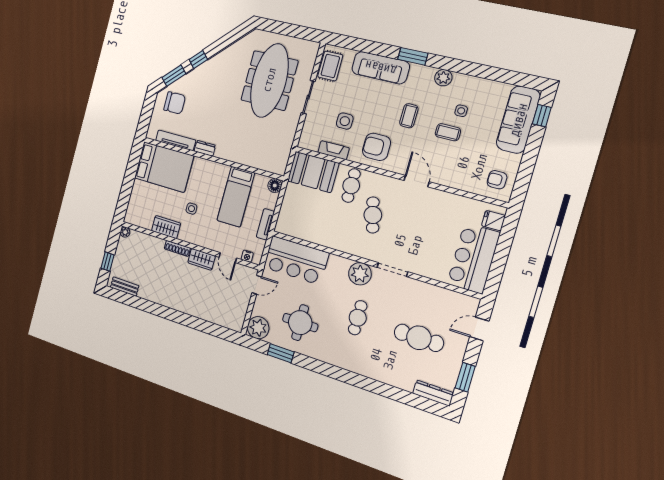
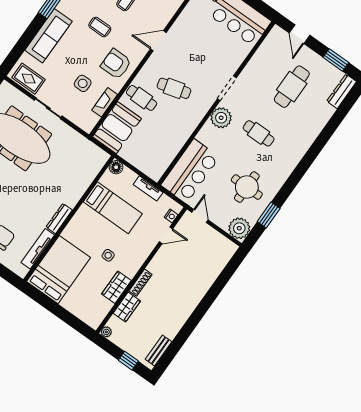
armchair: (376, 147) -> (116, 64), turned 90
dresser: (205, 148) -> (59, 219), width x1.44
wardrobe: (202, 259) -> (127, 307), moved

